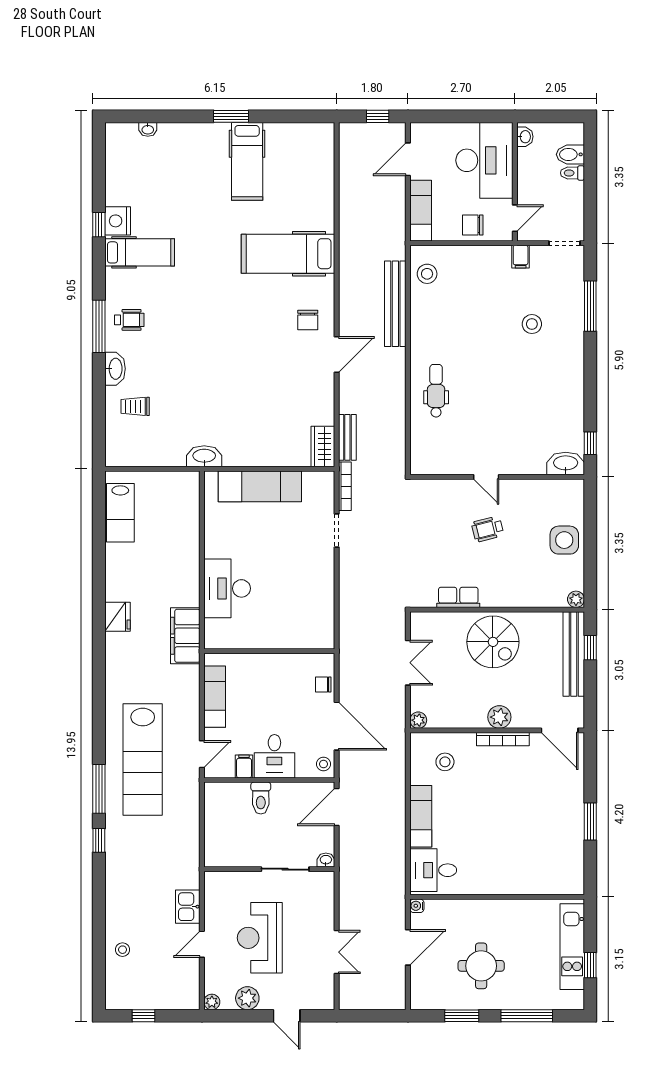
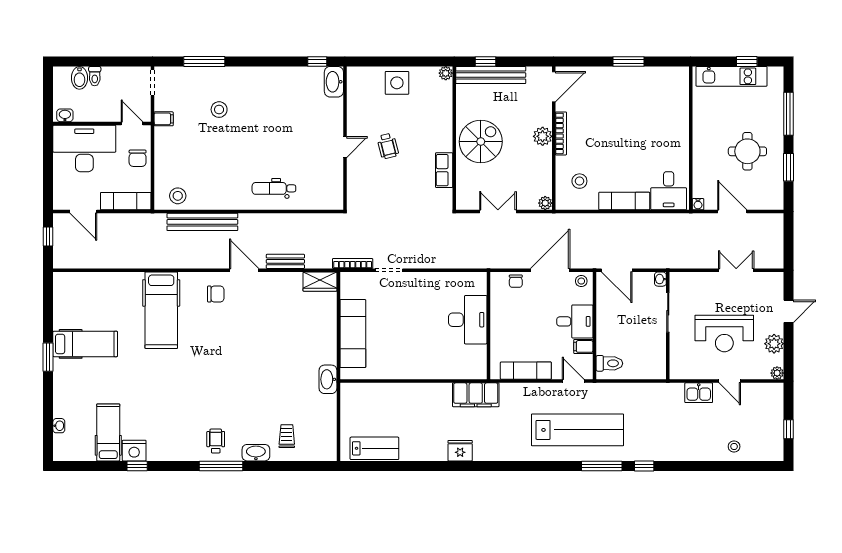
hospital bed: (140, 252) -> (108, 432), moved
trolley: (135, 406) -> (287, 436), turned 180
bench: (347, 437) -> (285, 261), moved
desk: (227, 588) -> (468, 320), moved, turned -90
toilet: (261, 798) -> (609, 363), moved

